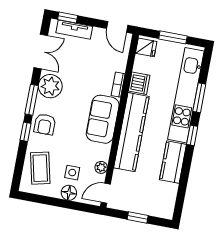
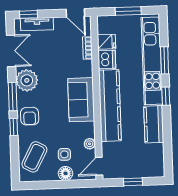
fridge: (146, 47) -> (107, 42), moved
bookcase: (118, 85) -> (87, 48), moved
coffee table: (40, 168) -> (34, 157), turned 41

